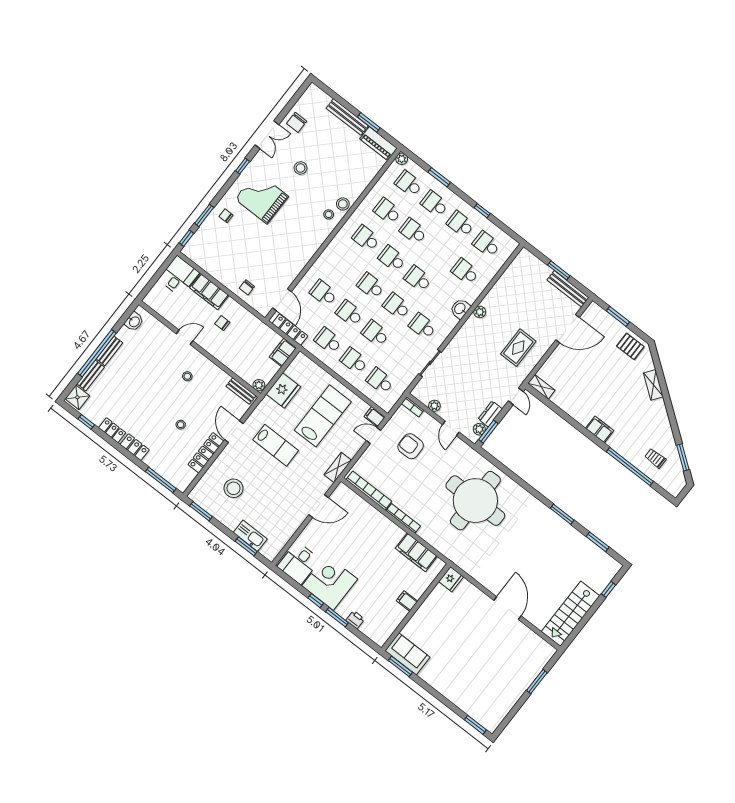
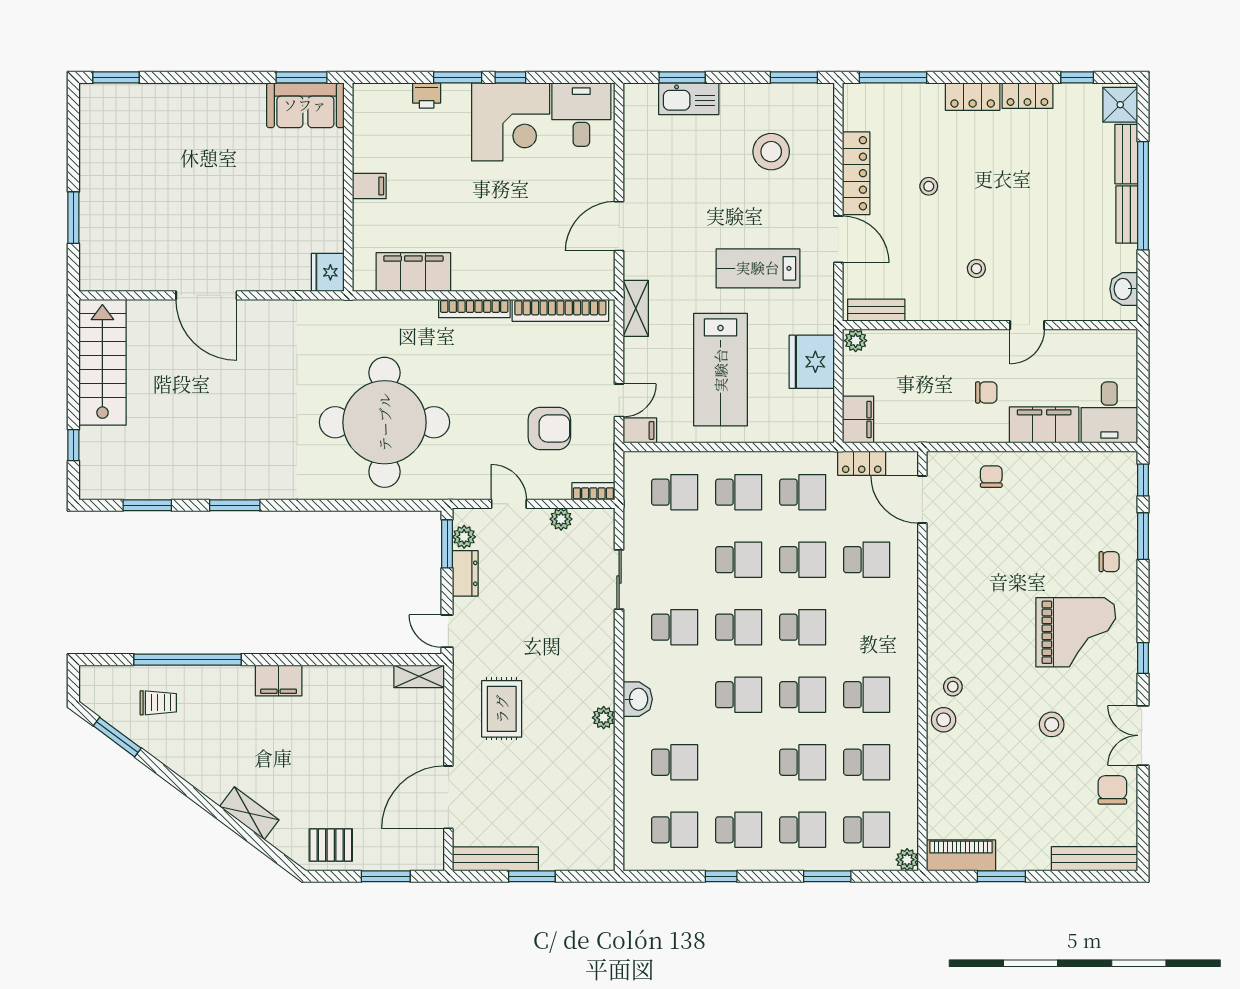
bench: (347, 117) -> (1094, 859), moved
locker: (290, 330) -> (862, 463), width x0.66

